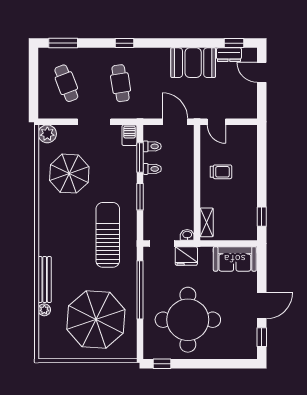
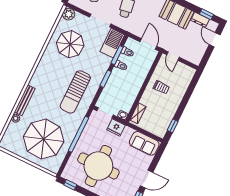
barbecue: (129, 135) -> (112, 43), width x1.88, depth x1.53
sun lounger: (108, 235) -> (75, 92), turned 180

